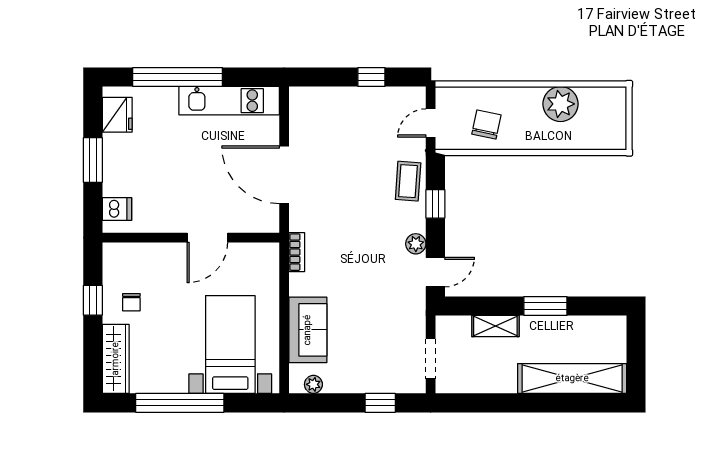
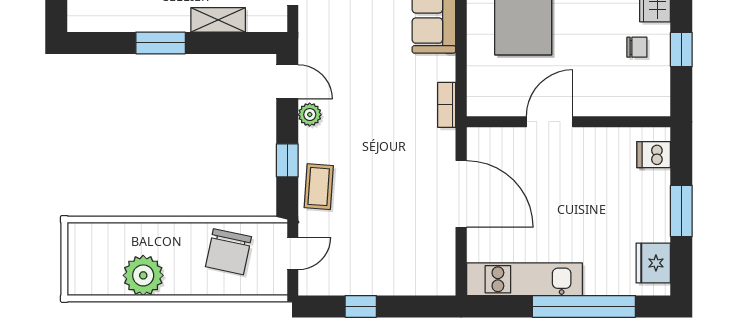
chair: (486, 125) -> (228, 252), width x1.37, depth x1.37
door: (435, 272) -> (287, 82), swing flipped
chair: (131, 302) -> (637, 47), turned 90

